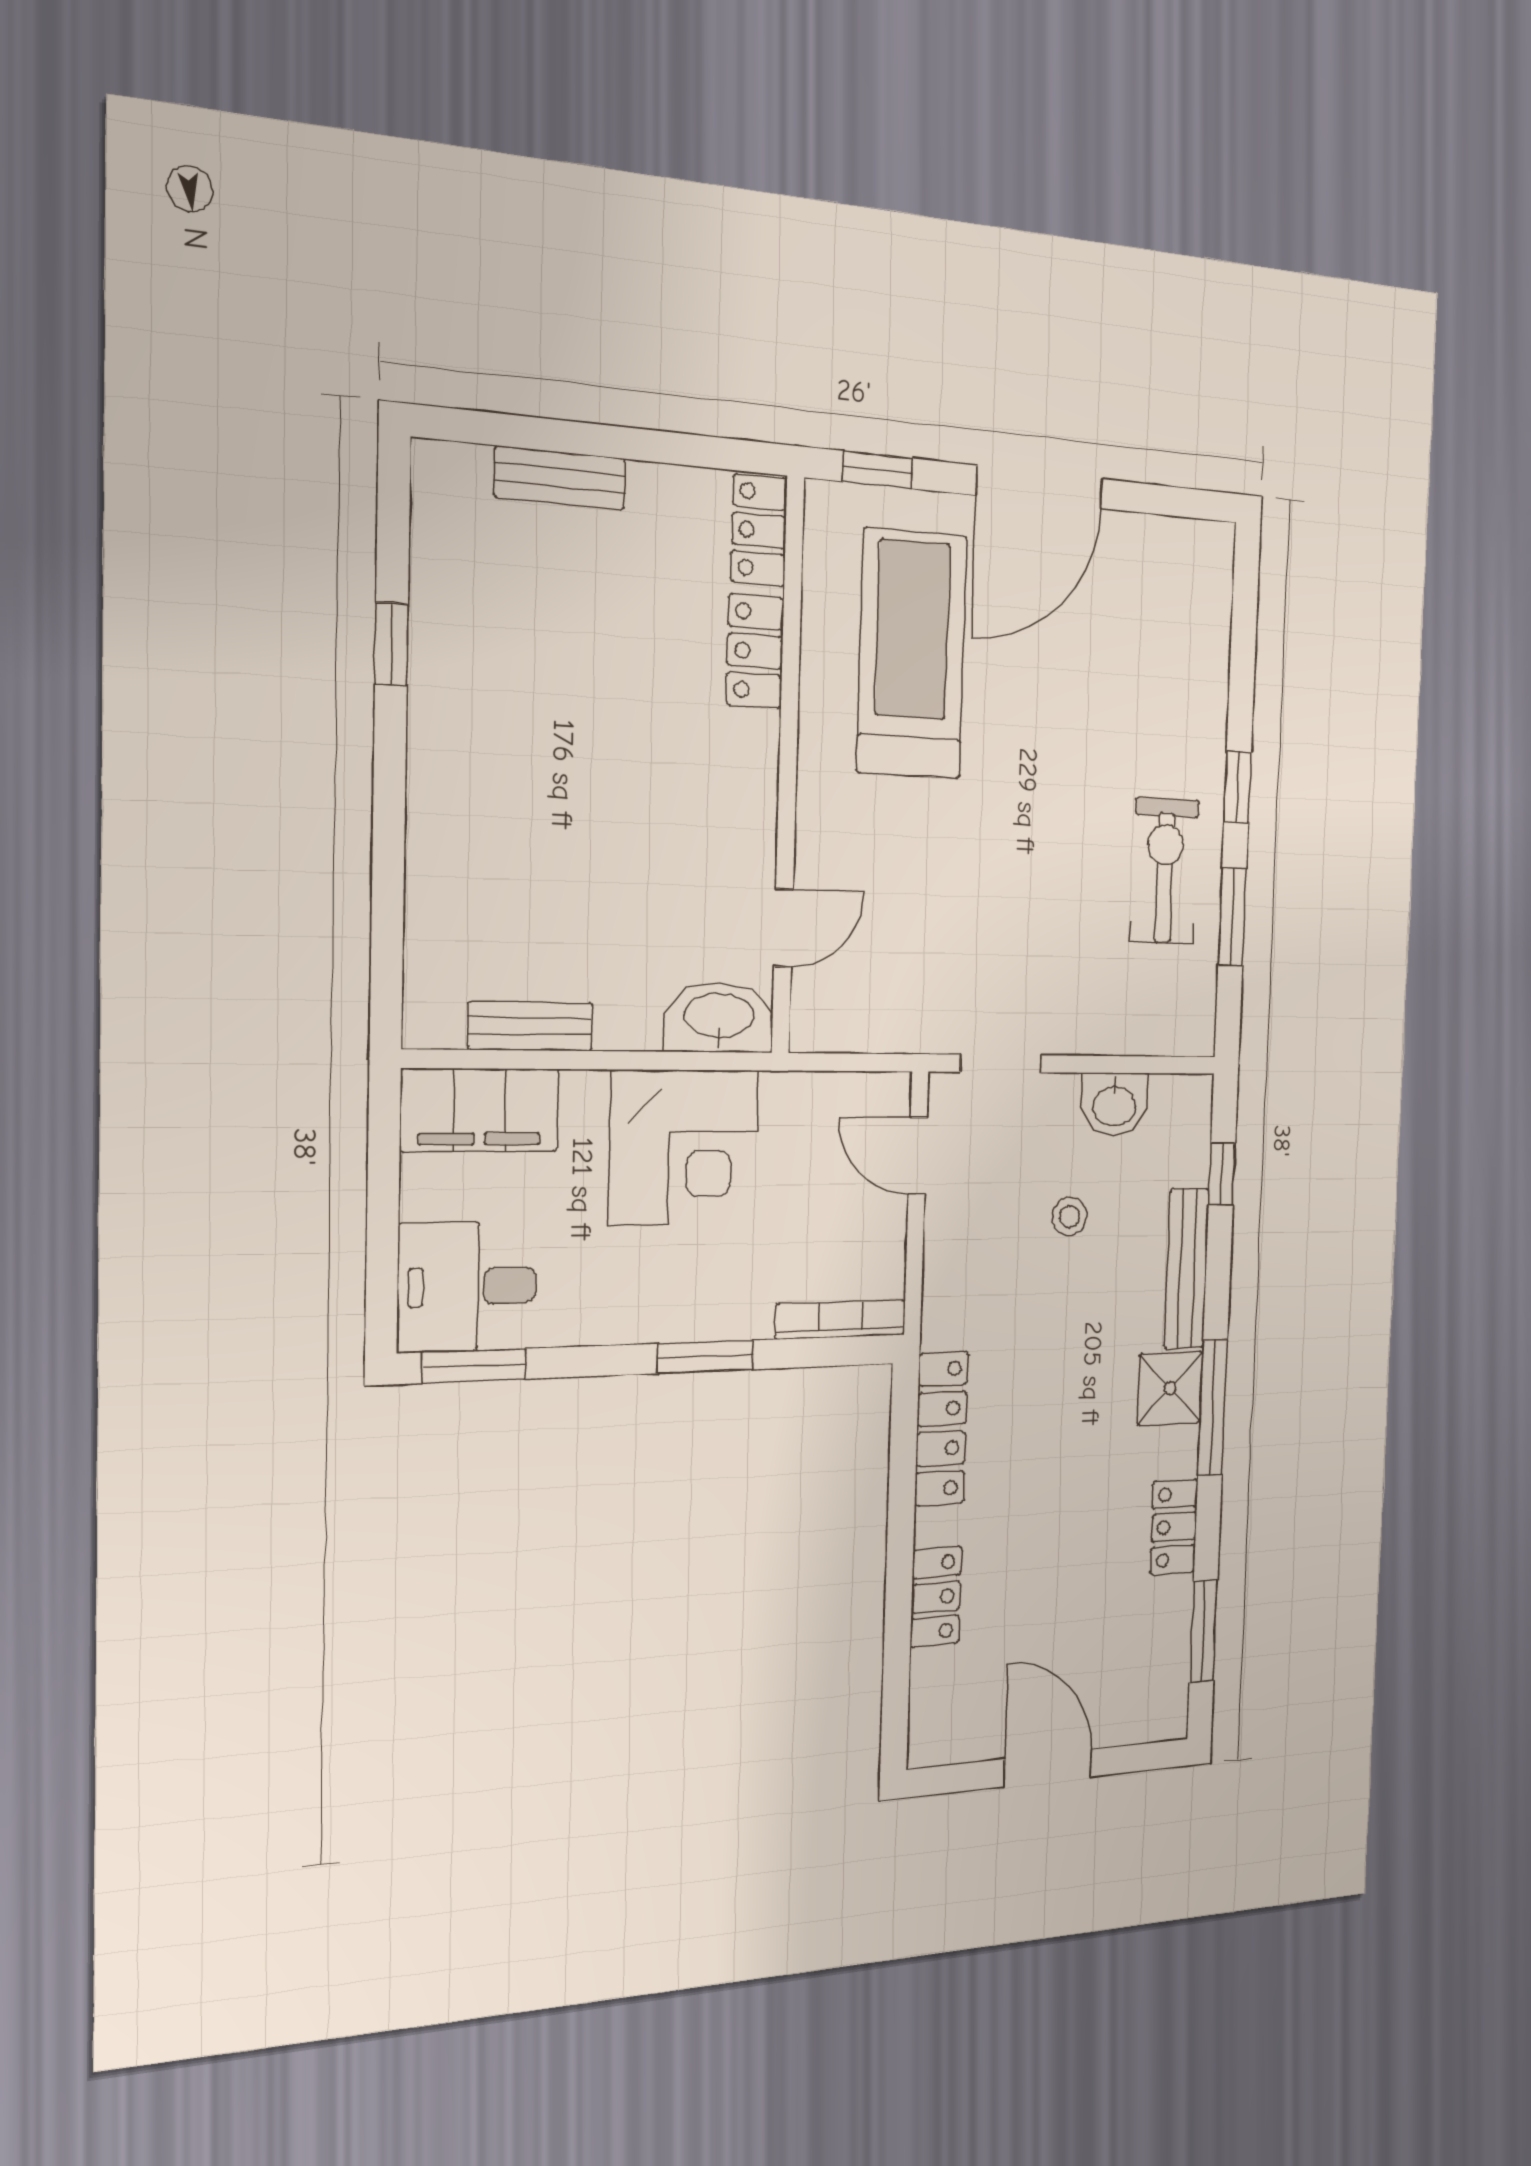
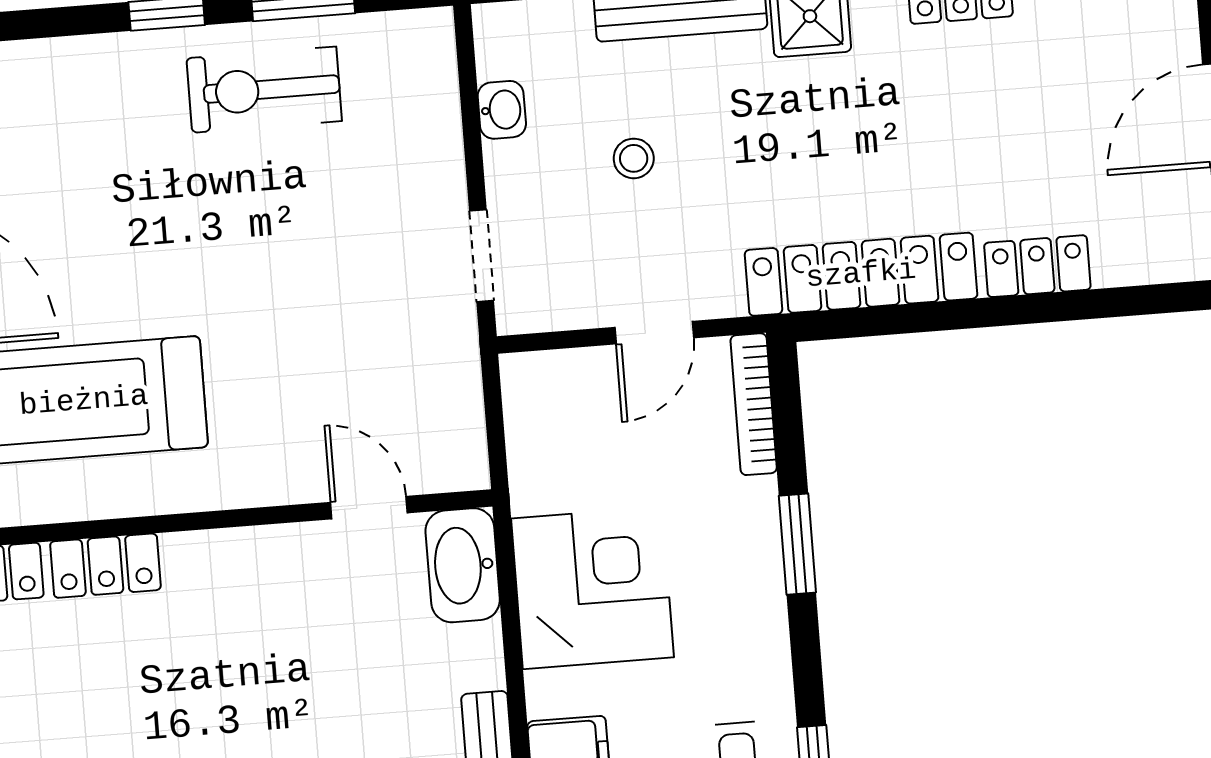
washbasin: (1114, 1104) -> (502, 110), width x0.72, depth x0.69
door: (918, 1156) -> (654, 333), moved
locker: (941, 1429) -> (861, 274), width x1.41, depth x1.21

